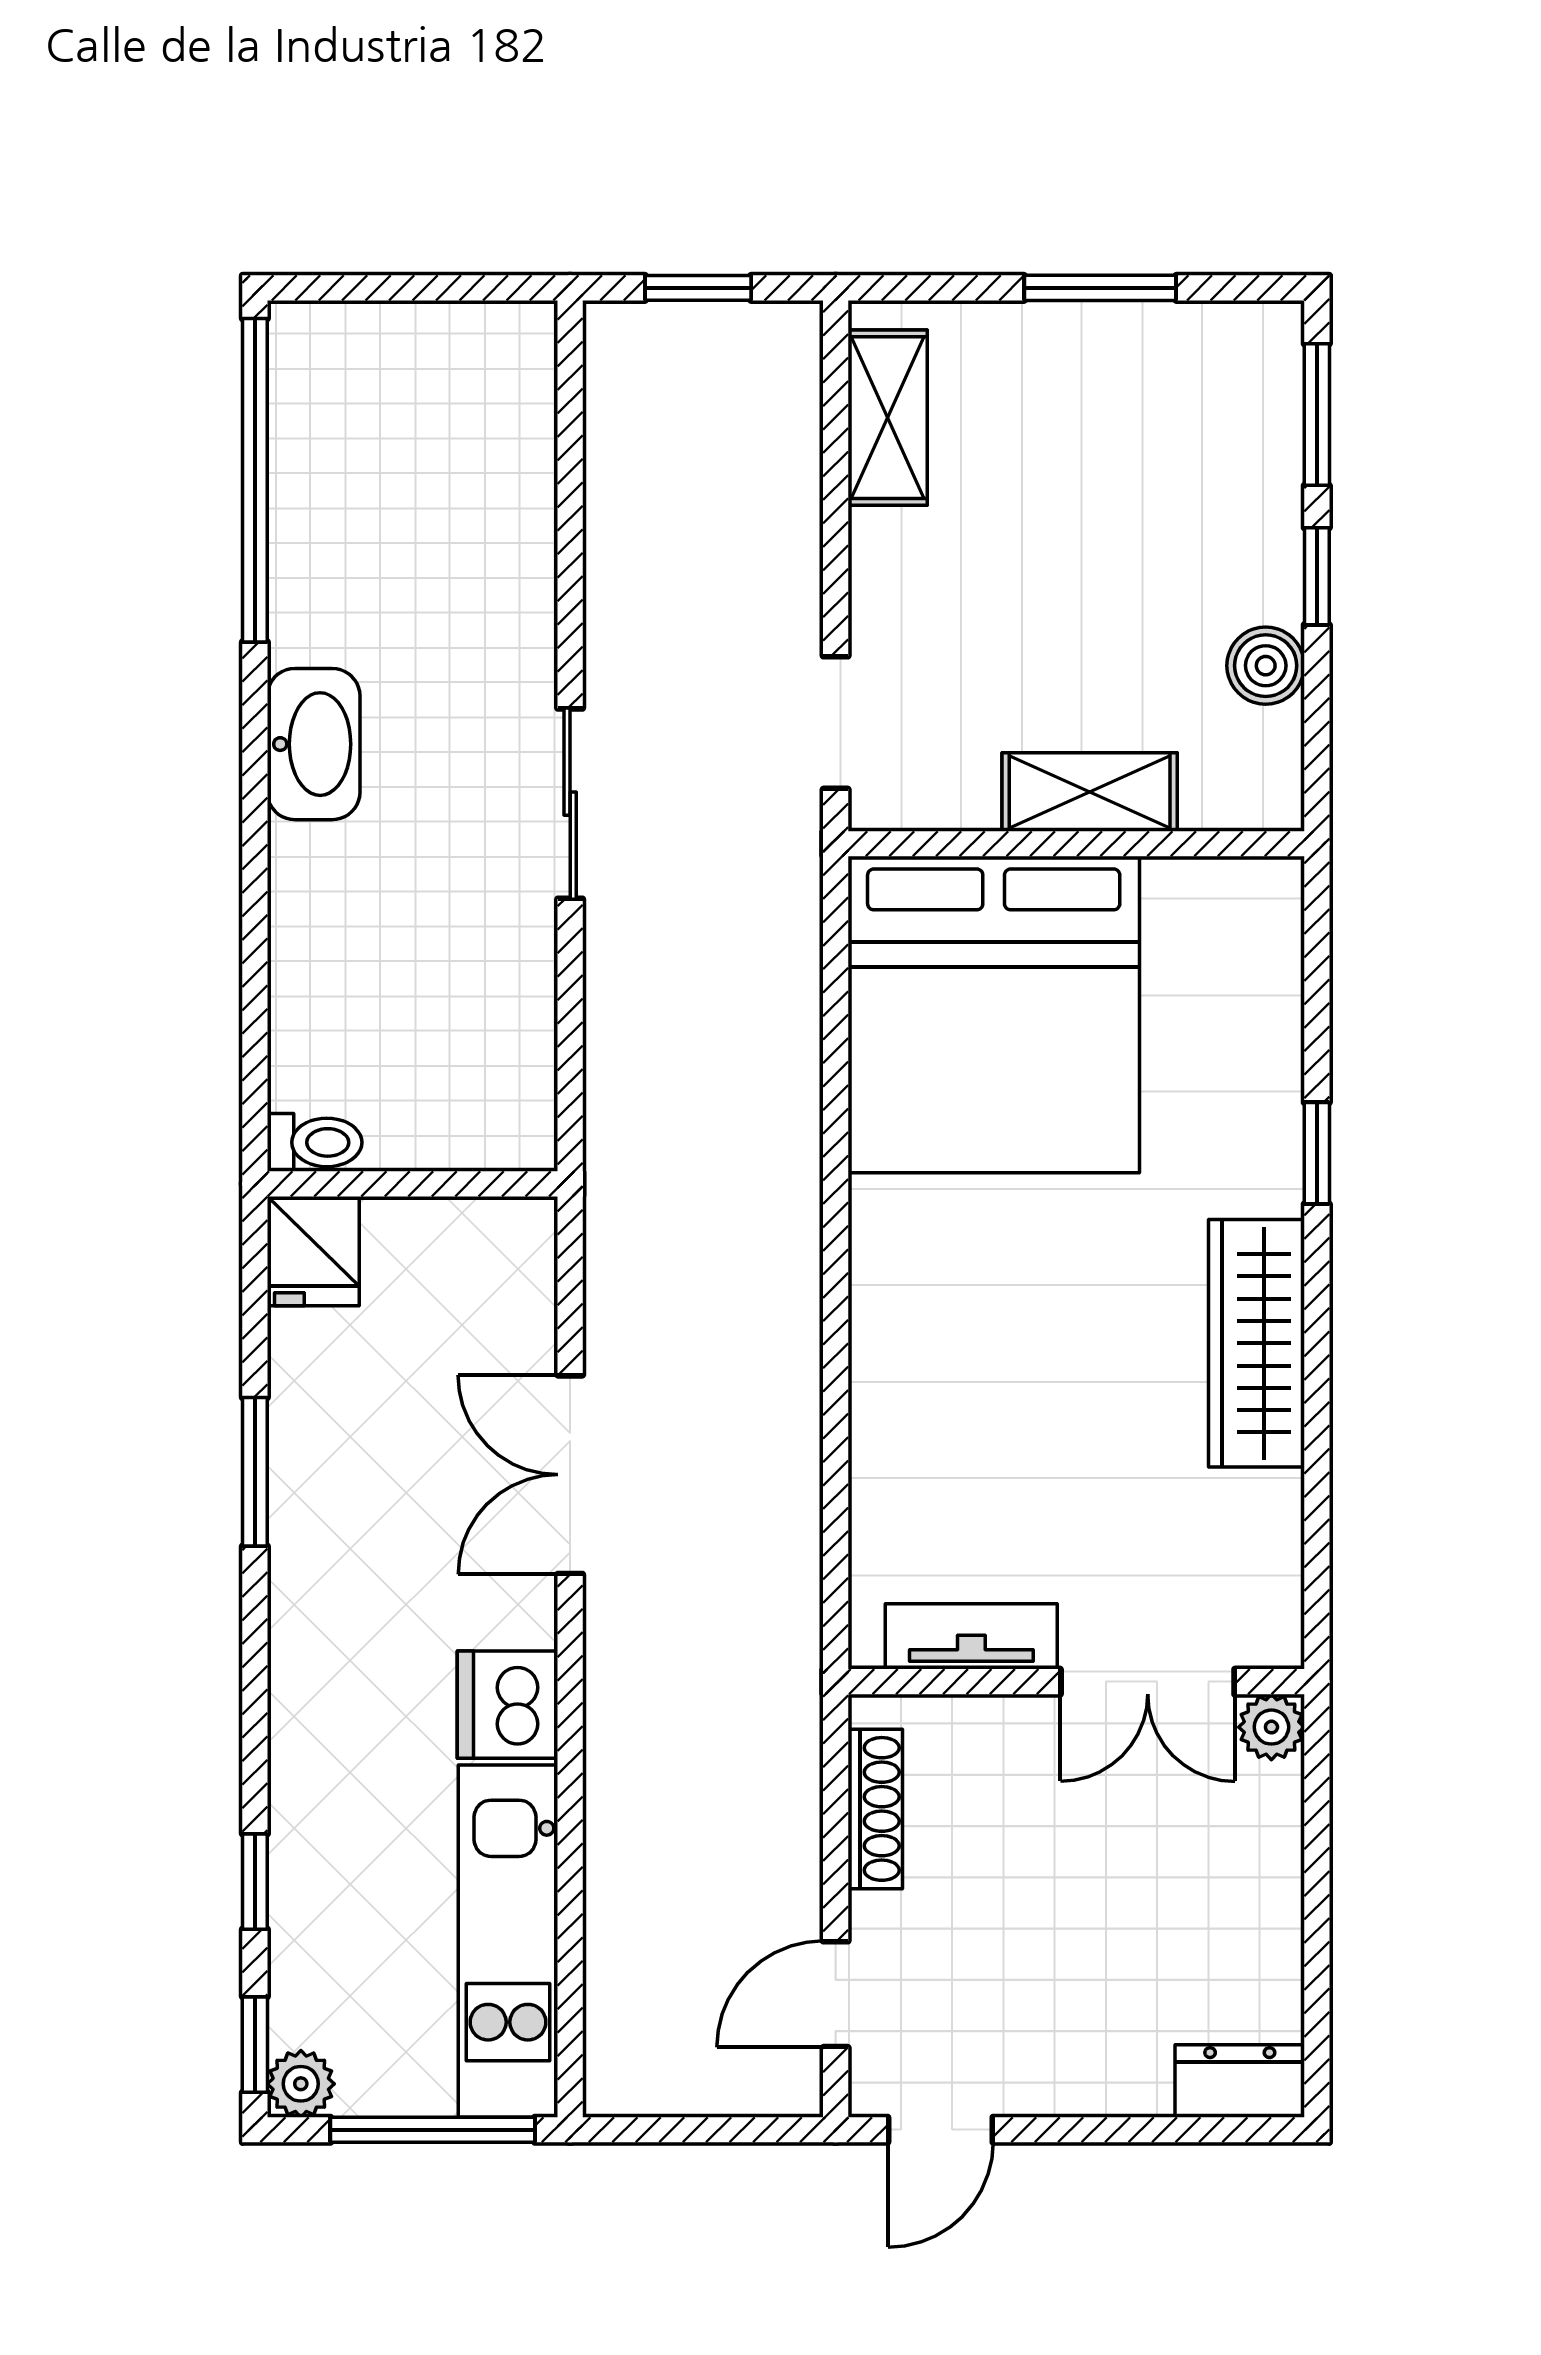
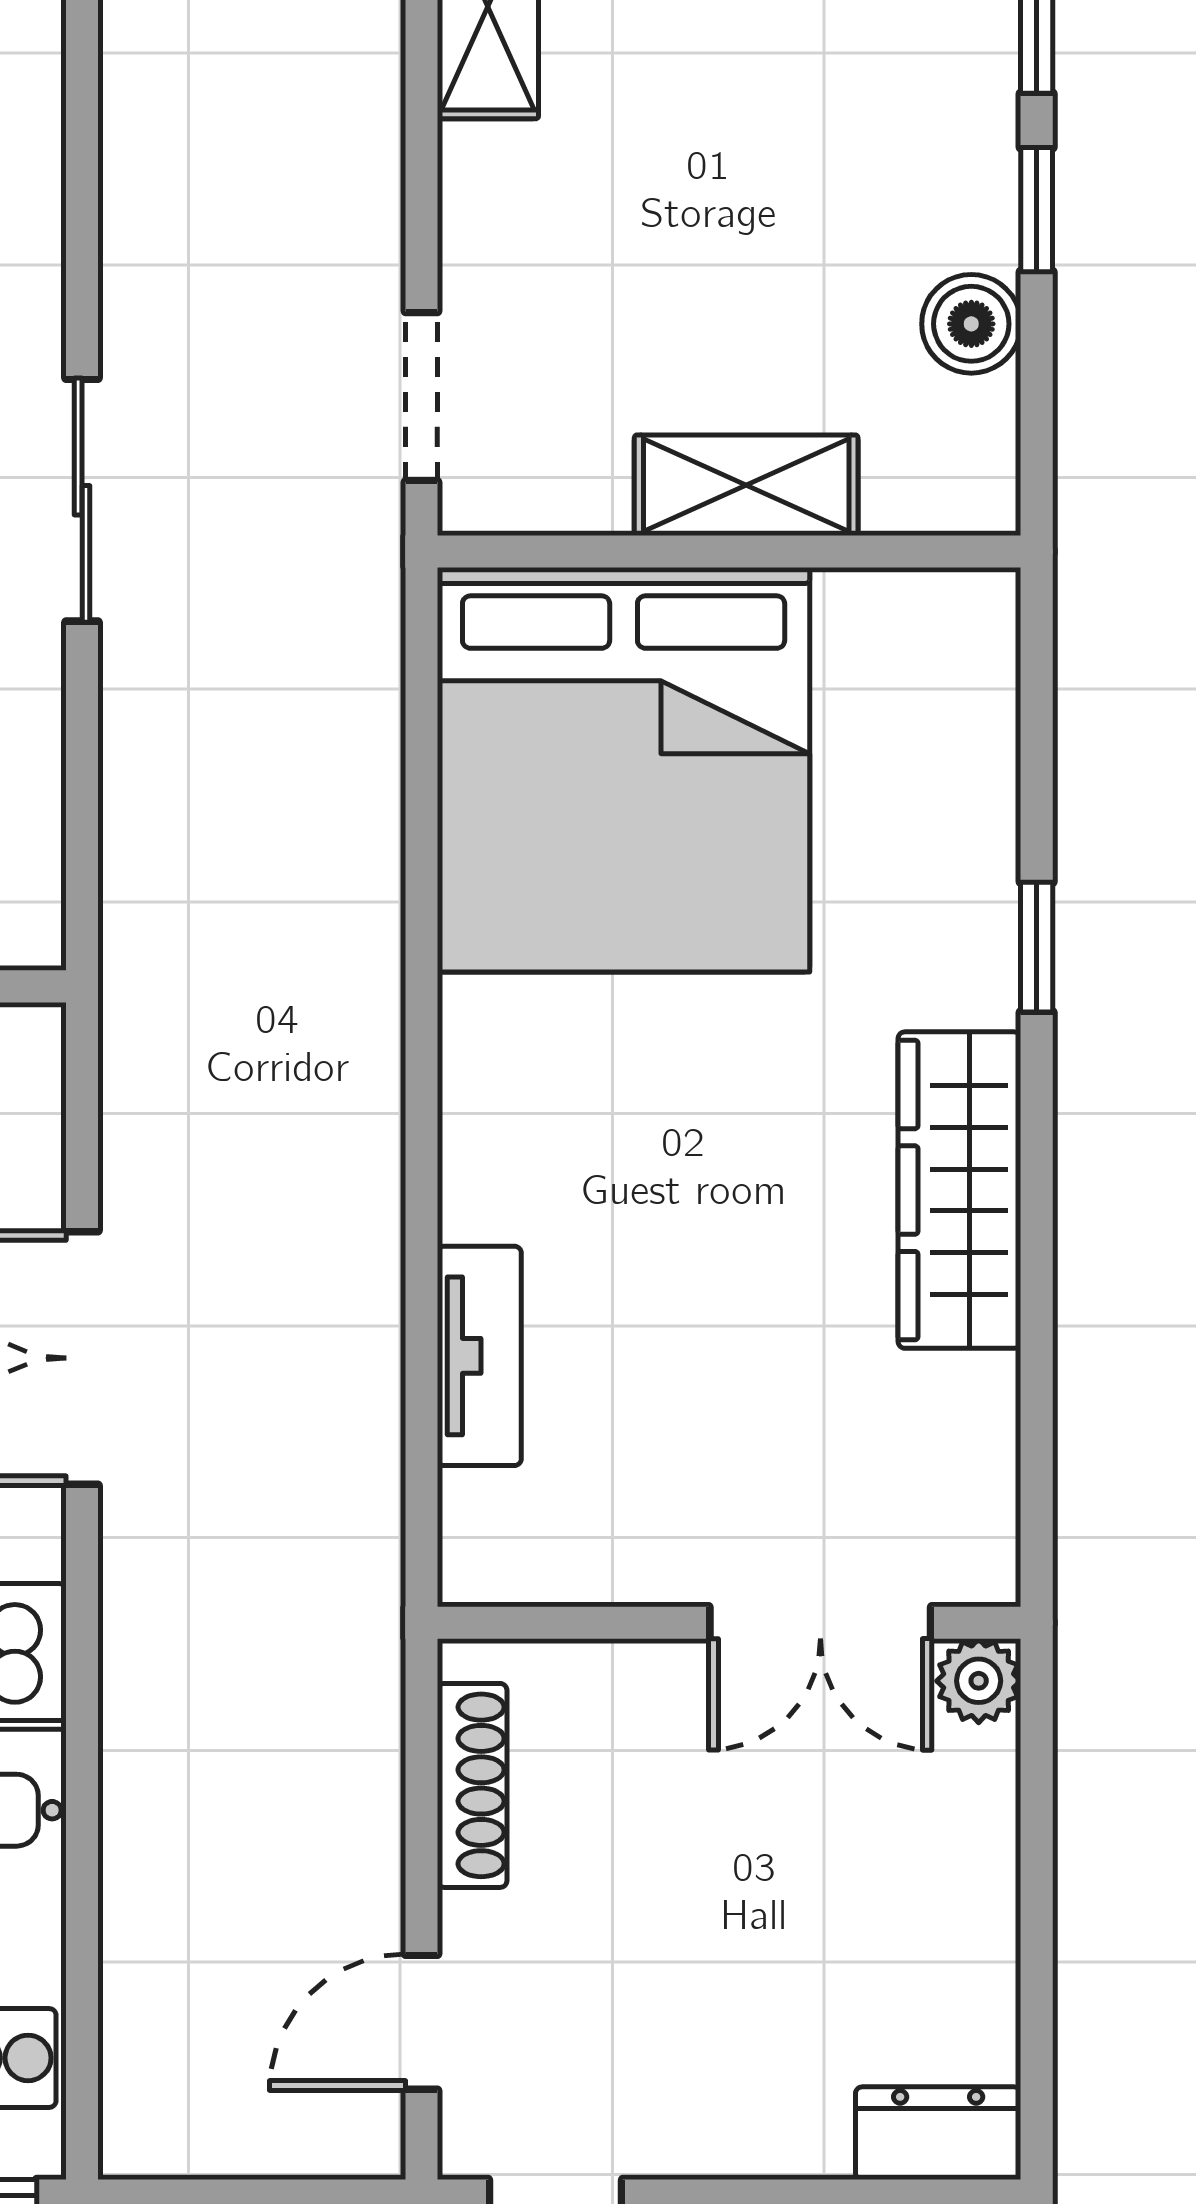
tv unit: (971, 1636) -> (479, 1356), moved, turned 90

